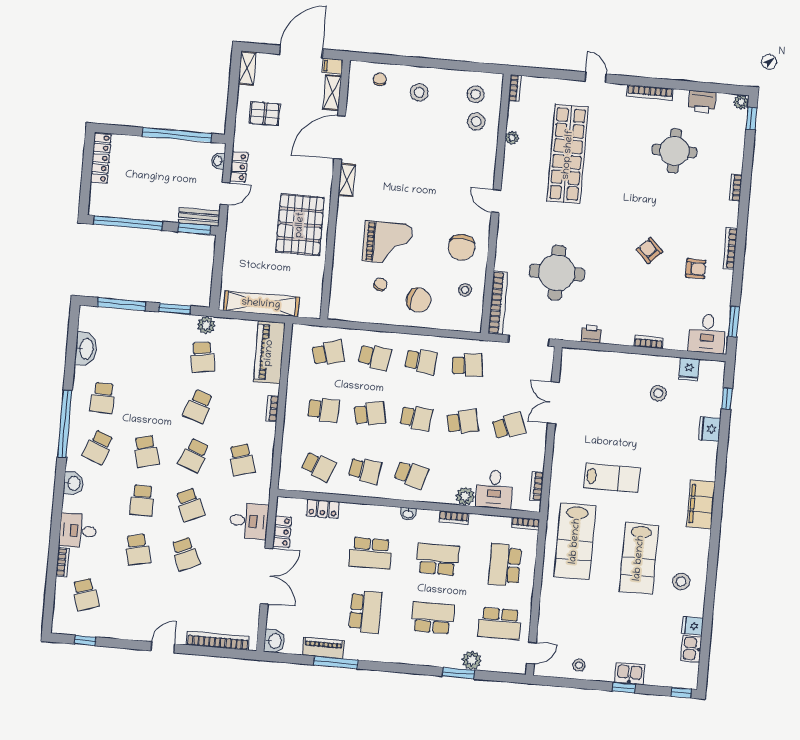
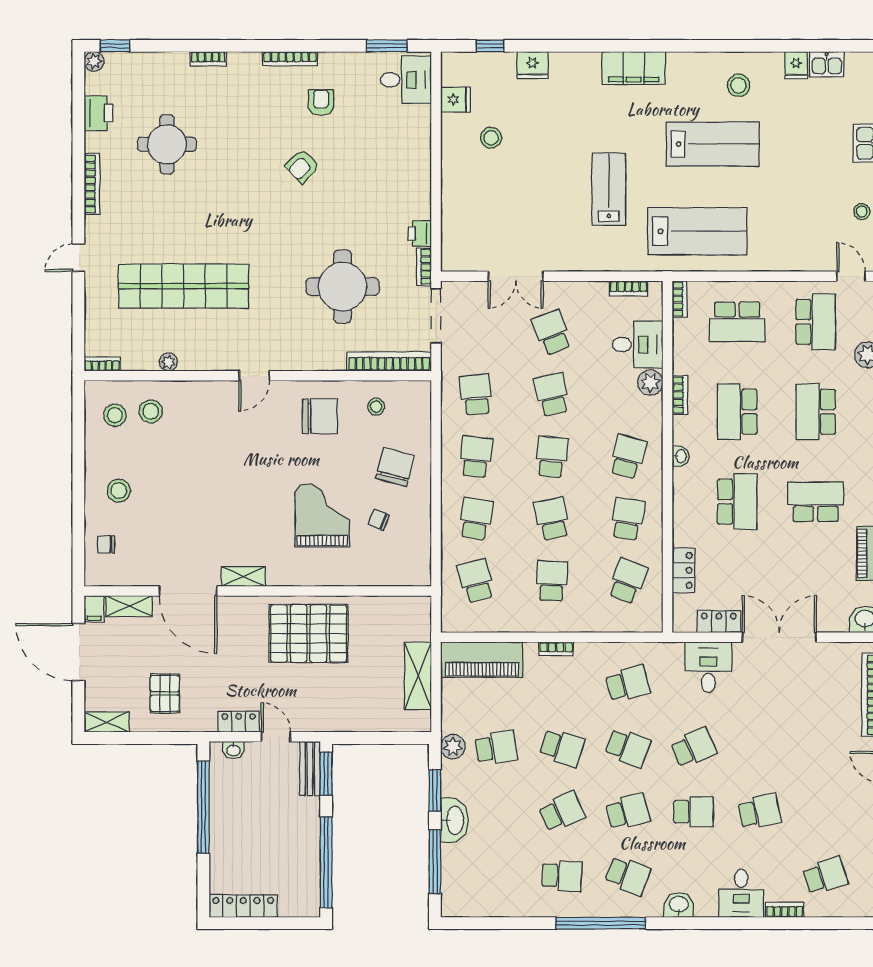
shelving: (261, 304) -> (418, 676), width x0.68
bookcase: (648, 342) -> (424, 267), moved
washbasin: (86, 349) -> (454, 820), moved, turned 90
school desk: (185, 554) -> (562, 812), moved

